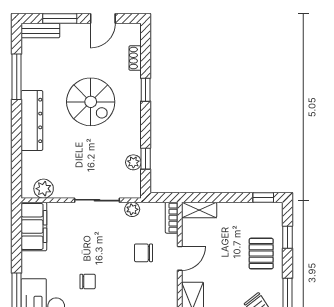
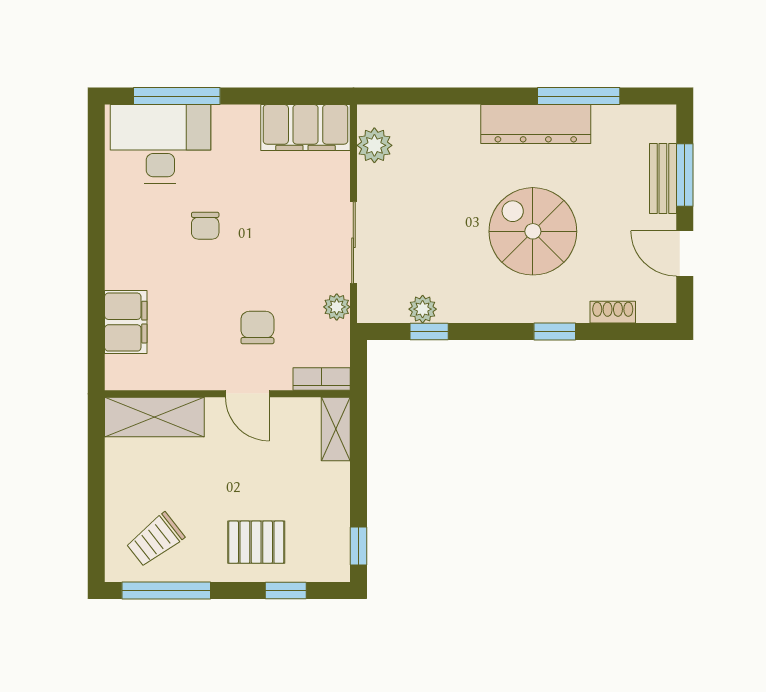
bench: (40, 31) -> (663, 178), moved
spiral stairs: (91, 102) -> (533, 231), turned 90
dresser: (32, 120) -> (536, 124), moved

